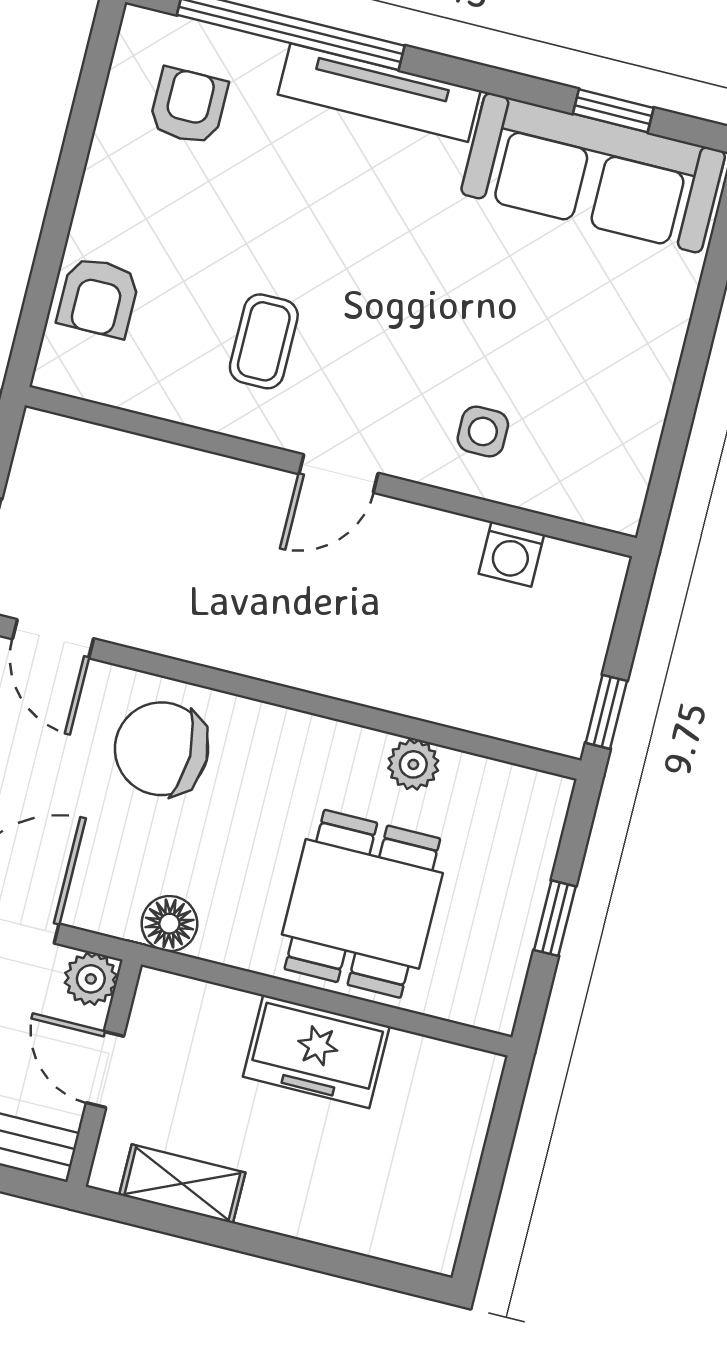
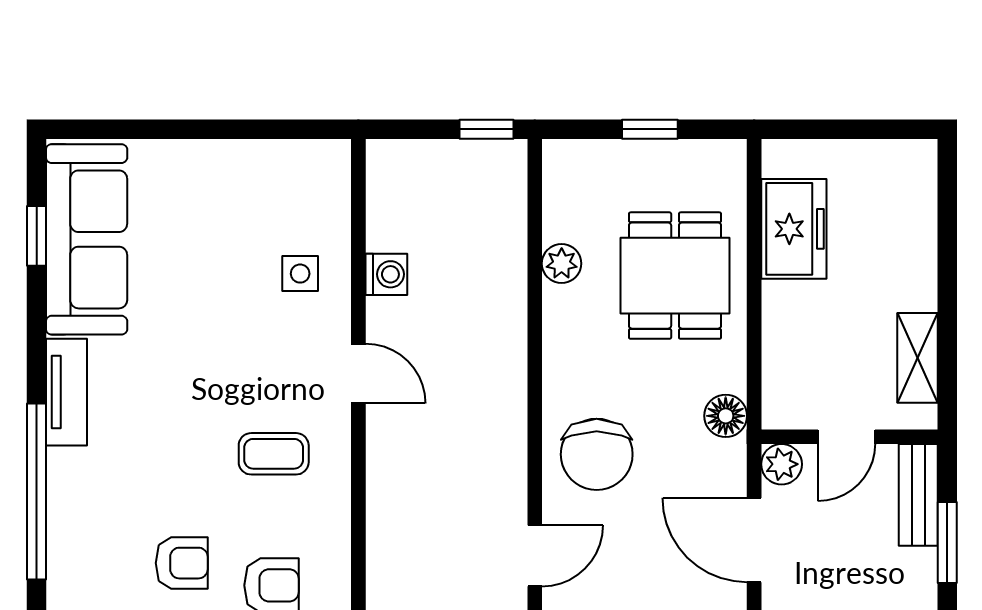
tv unit: (379, 93) -> (66, 392), width x0.71
armchair: (188, 106) -> (182, 563), moved, turned 180
washing machine: (511, 554) -> (386, 274), moved
dining table: (362, 904) -> (675, 276), turned 90
freezer: (316, 1052) -> (794, 229), moved

